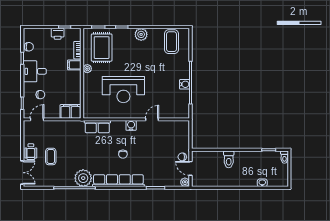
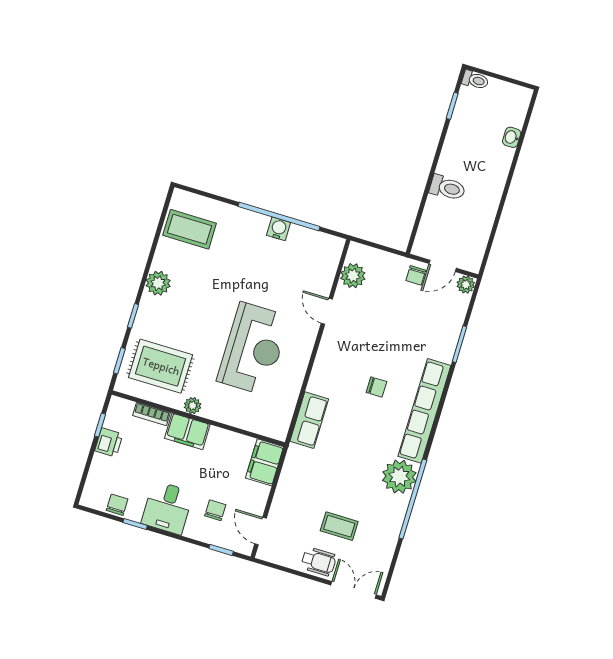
filing cabinet: (74, 65) -> (187, 431), width x2.00
water cooler: (131, 125) -> (326, 355), removed
plant: (173, 127) -> (353, 276), added

